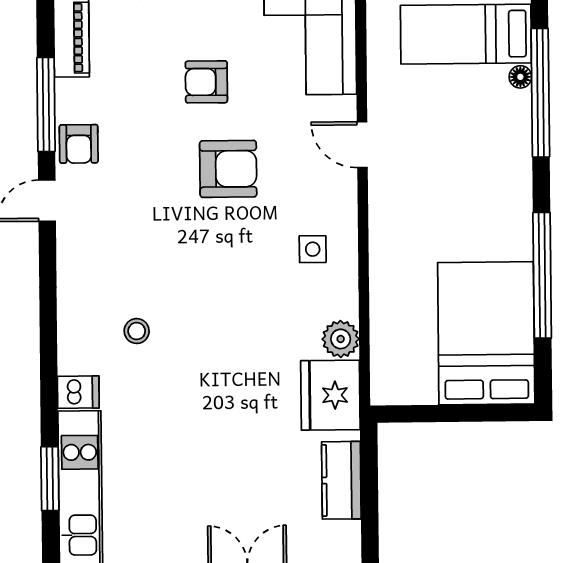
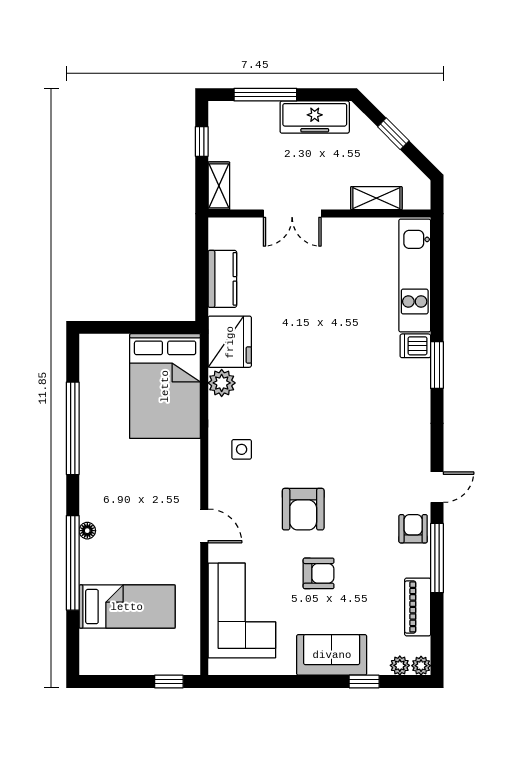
floor lamp: (520, 77) -> (87, 531), moved
armchair: (228, 169) -> (303, 509), turned -90
stool: (137, 331) -> (372, 390), removed
bed: (486, 333) -> (165, 386), moved
window: (50, 479) -> (437, 365), moved

